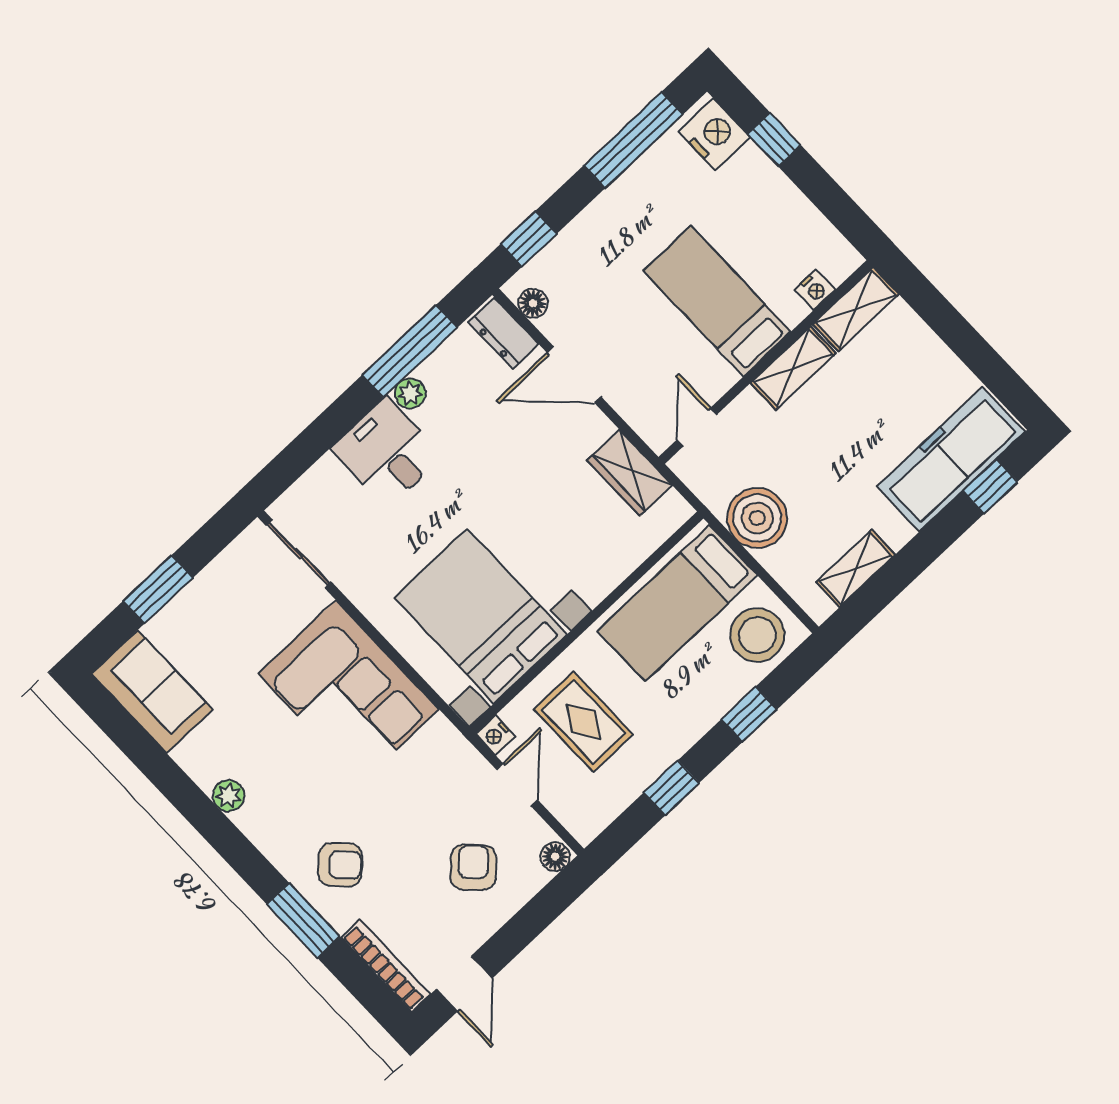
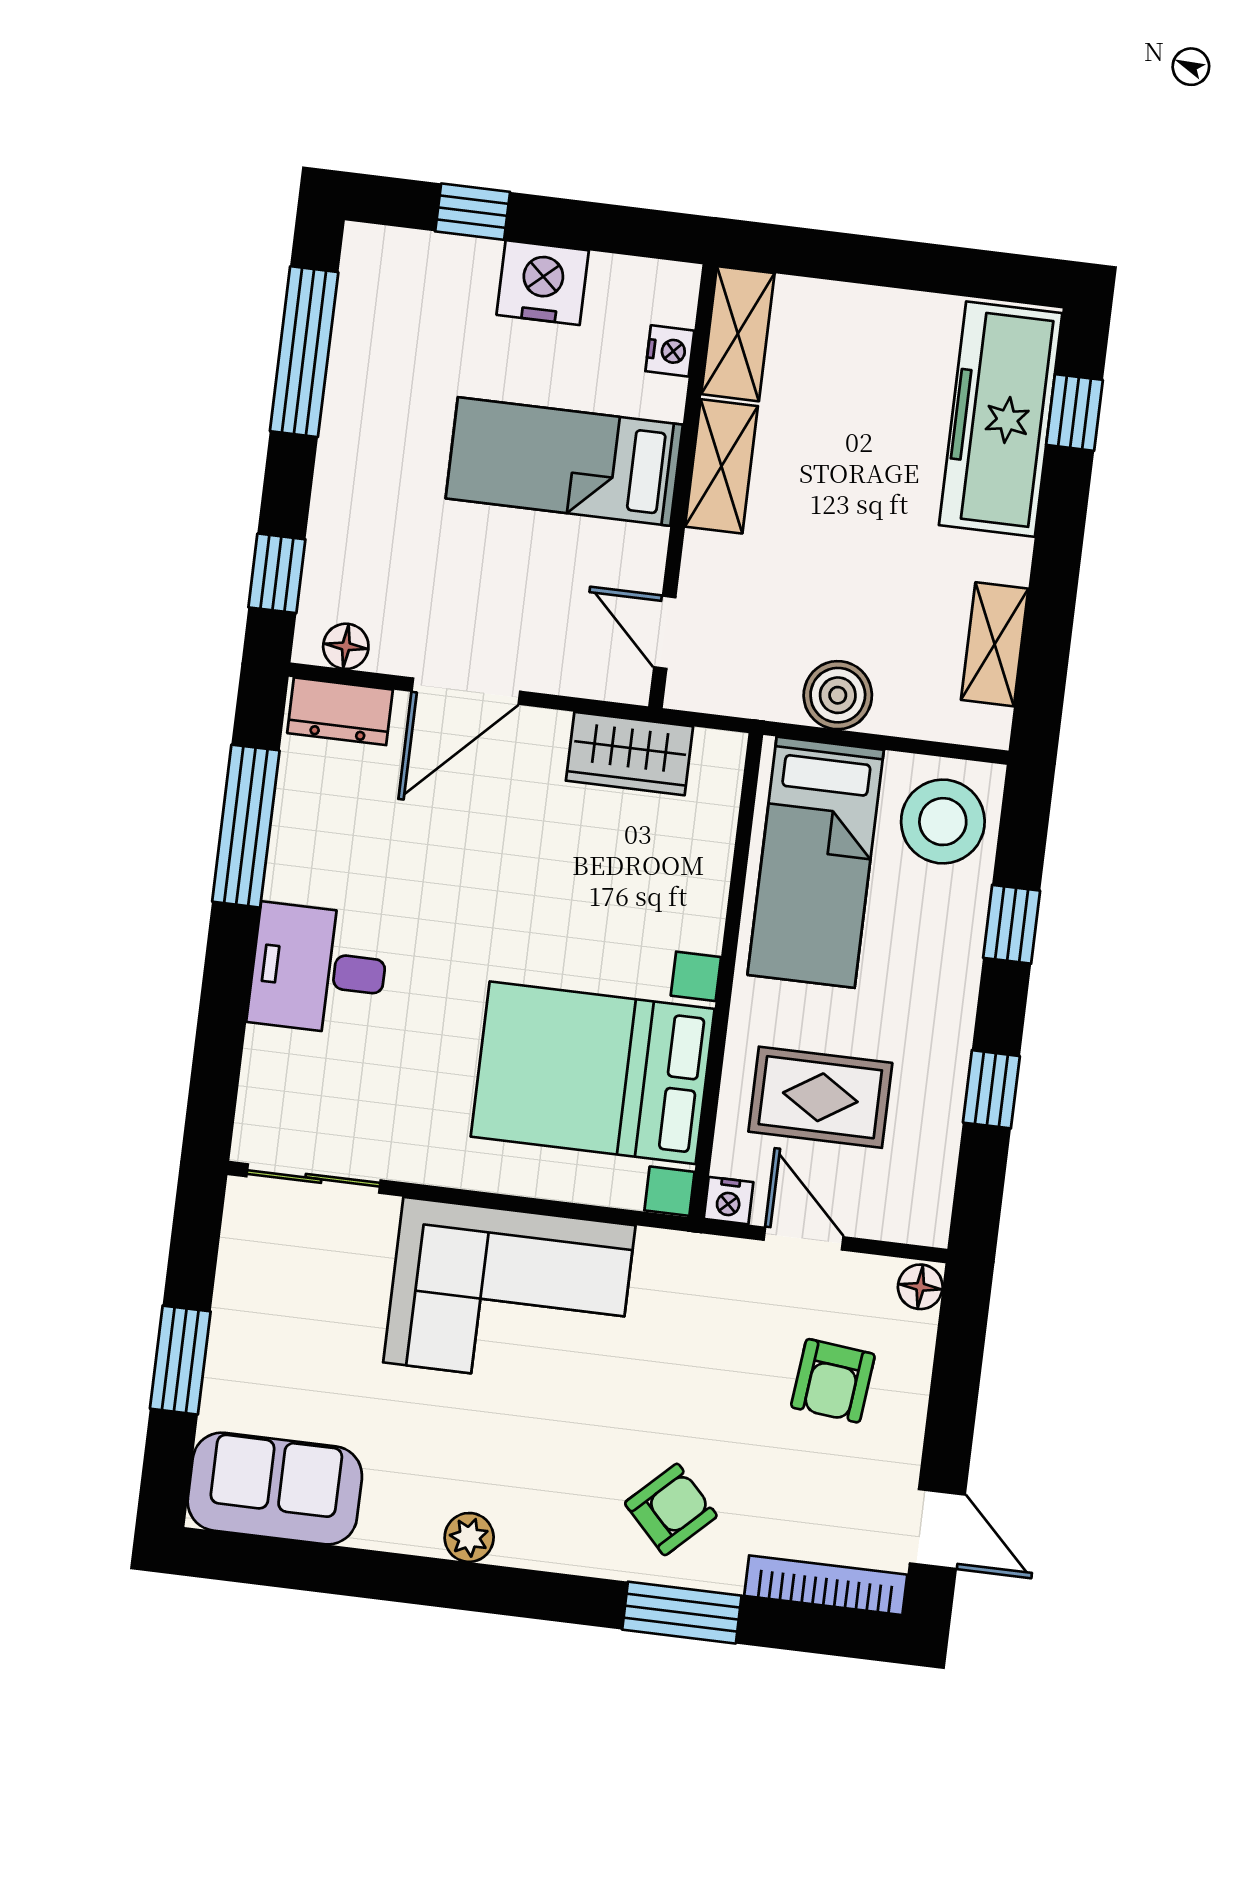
nightstand: (714, 134) -> (543, 283), moved
plant: (410, 393) -> (288, 876), removed
boiler: (757, 518) -> (838, 695), width x0.73, depth x0.73
armchair: (473, 867) -> (833, 1381), turned -129

